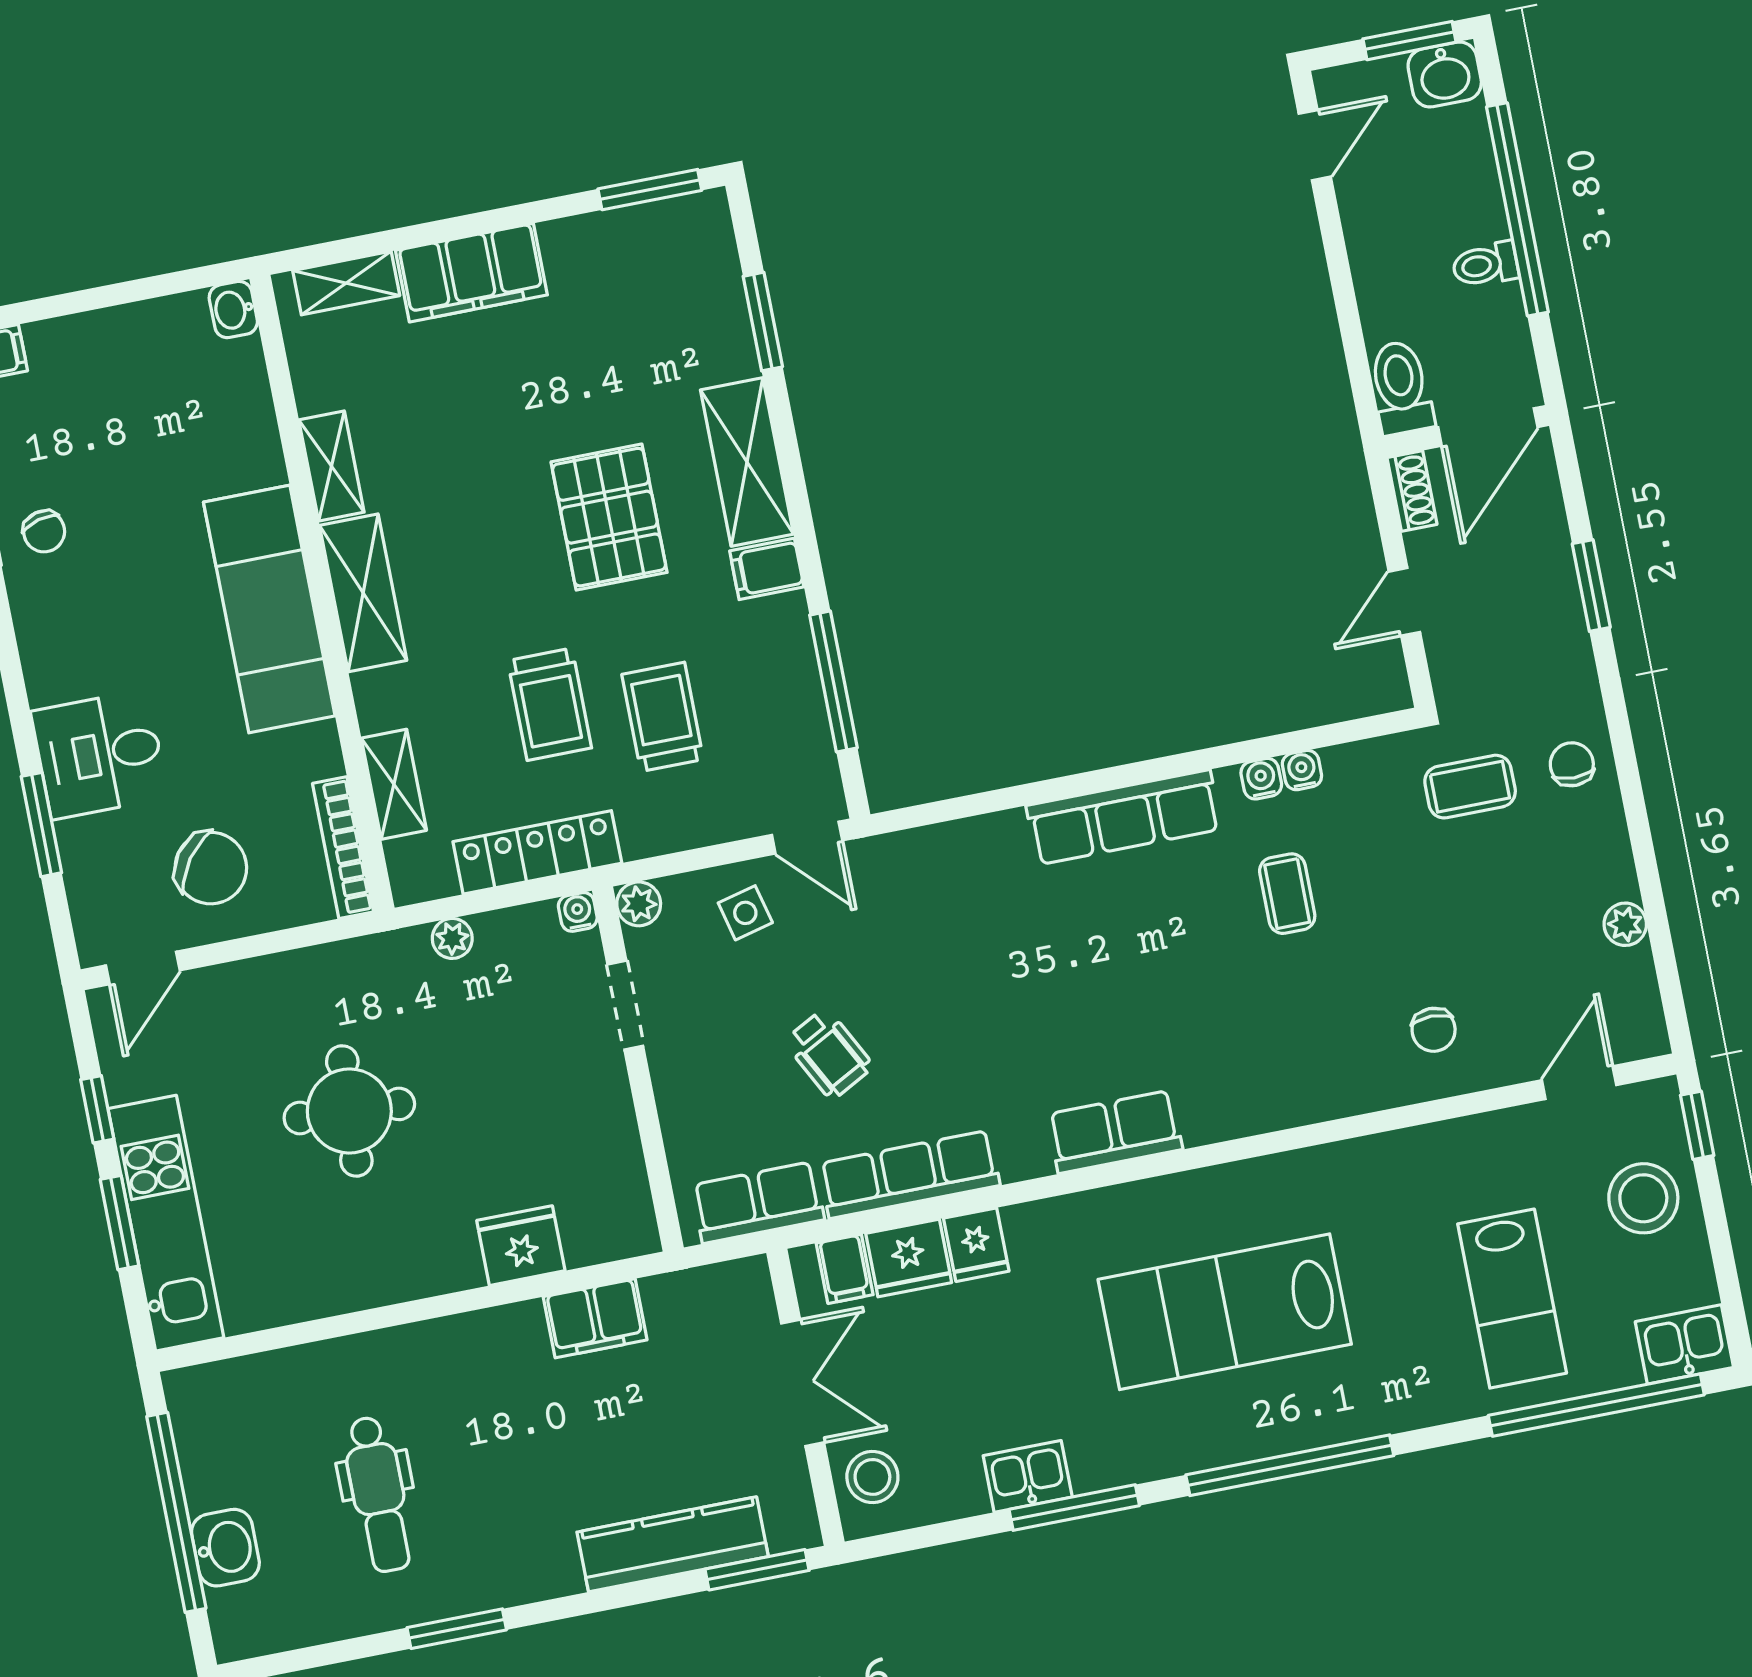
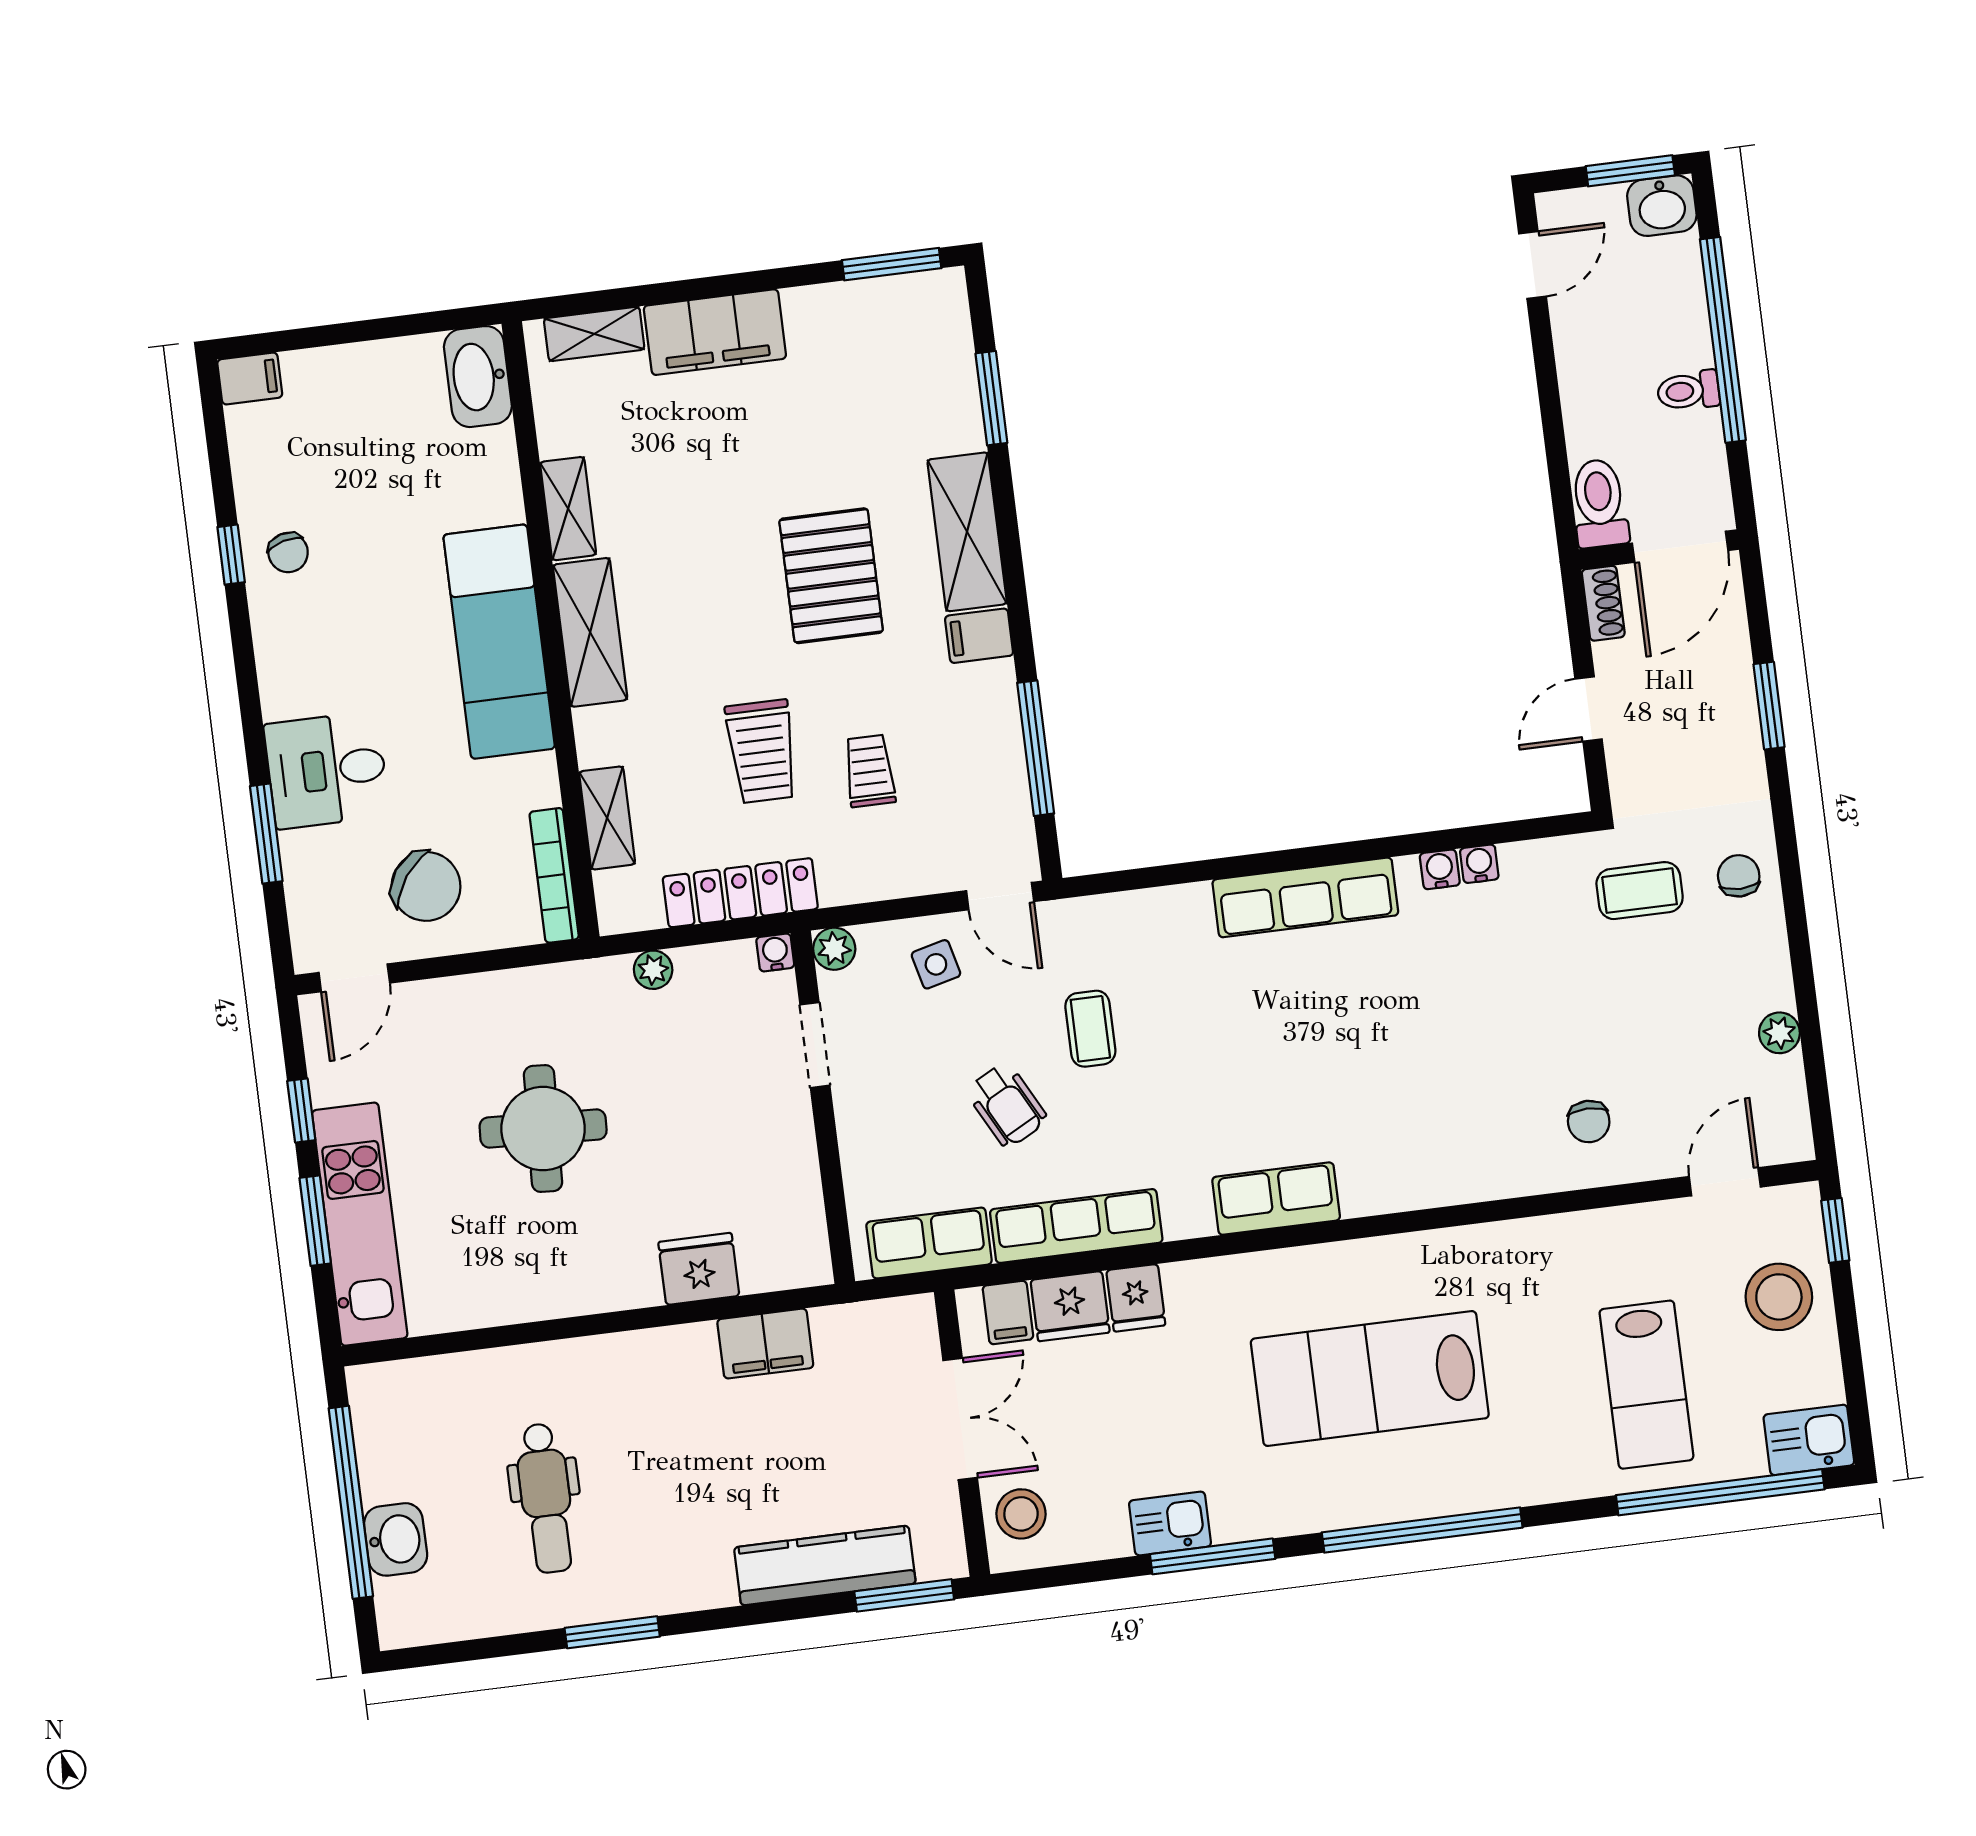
washbasin: (233, 310) -> (478, 377), width x1.91, depth x1.45
trolley: (663, 717) -> (869, 771), width x0.73, depth x0.72
coffee table: (1287, 894) -> (1090, 1029), moved

